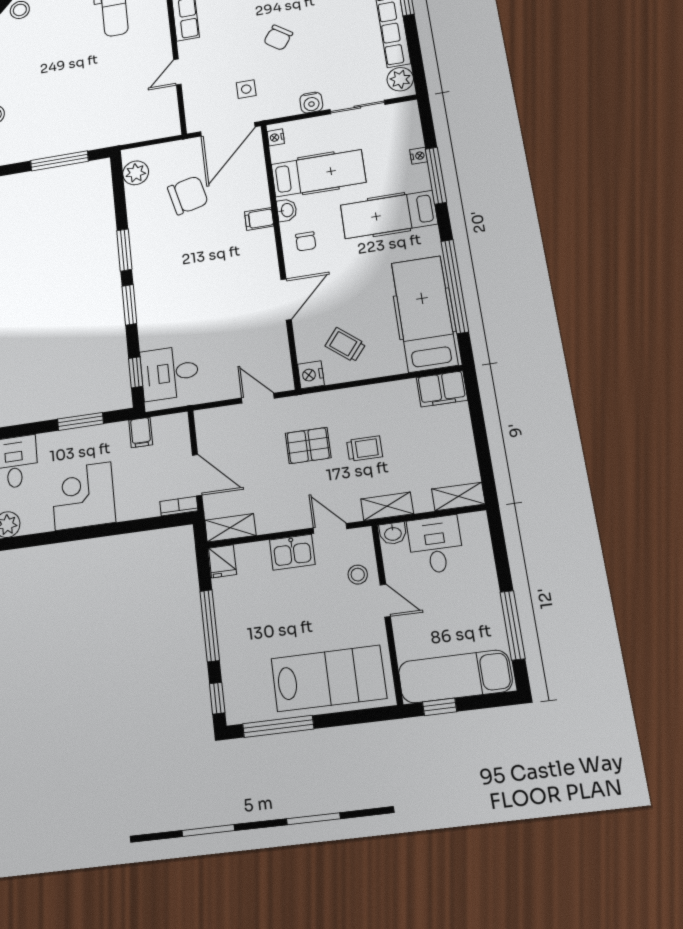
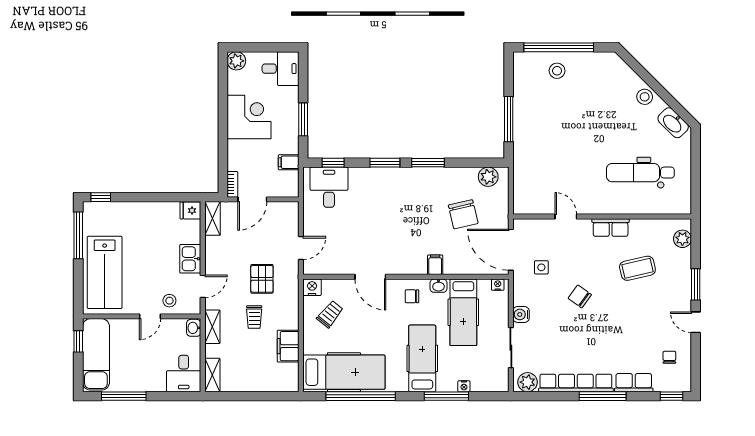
filing cabinet: (442, 389) -> (288, 346), moved
desk: (435, 545) -> (184, 373), moved, turned 90
window: (210, 626) -> (149, 197), removed

